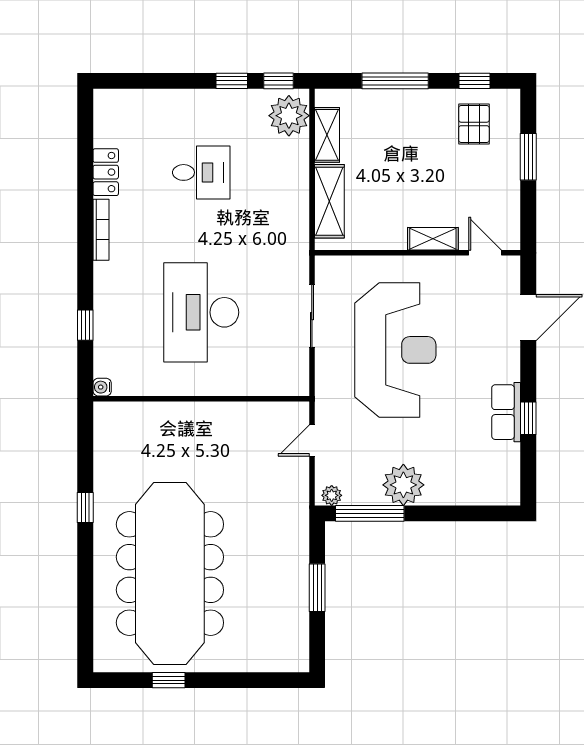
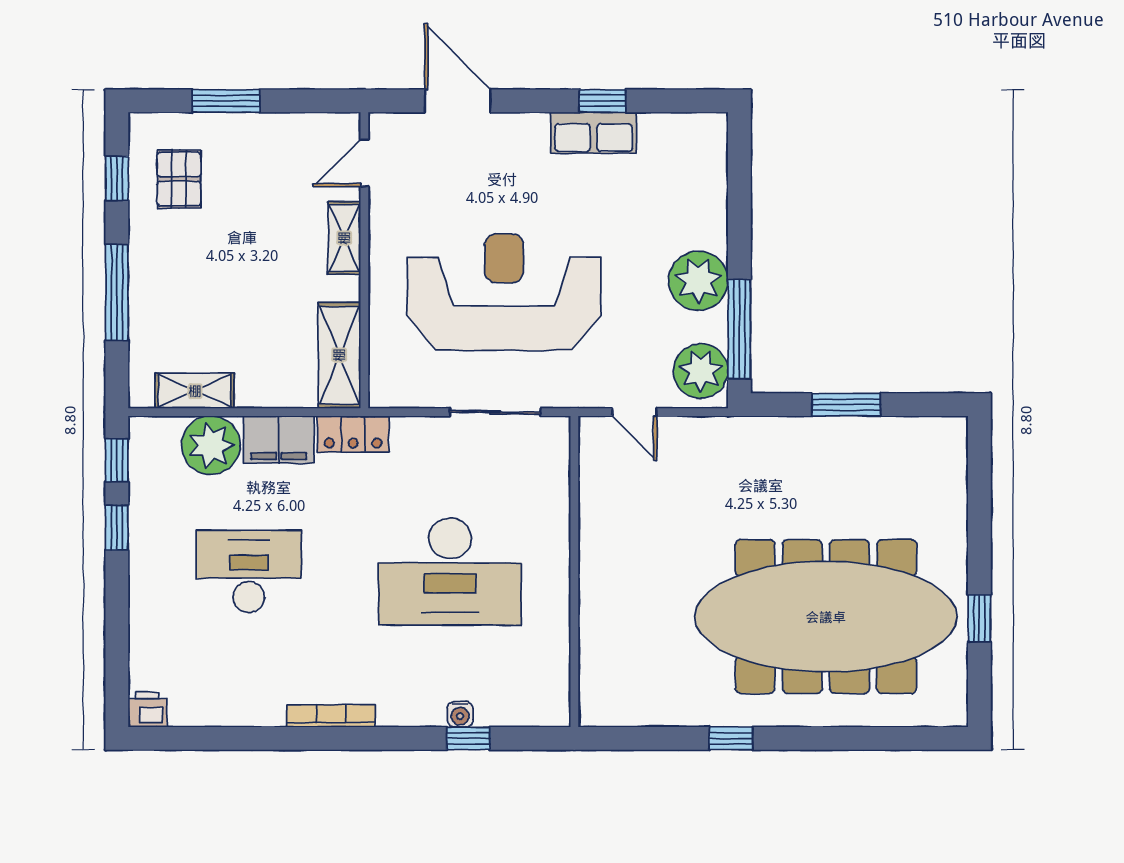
printer: (105, 102) -> (147, 710), added
plant: (289, 116) -> (211, 445), moved
pallet: (474, 124) -> (179, 179), turned 90
locker: (106, 172) -> (353, 434), moved, turned 180
desk: (201, 172) -> (249, 572), width x1.37
filing cabinet: (293, 193) -> (279, 440), added
shelving: (329, 201) -> (339, 355), moved, turned 90
sliding door: (312, 316) -> (495, 412), moved
water cooler: (102, 387) -> (460, 714), moved
plant: (332, 495) -> (701, 371), width x1.88, depth x1.88

